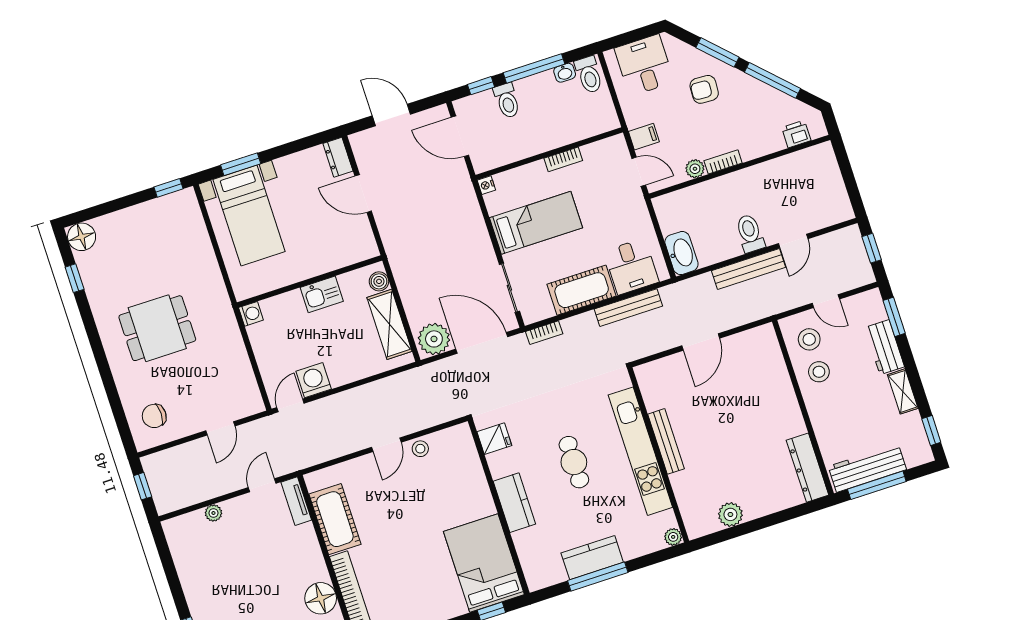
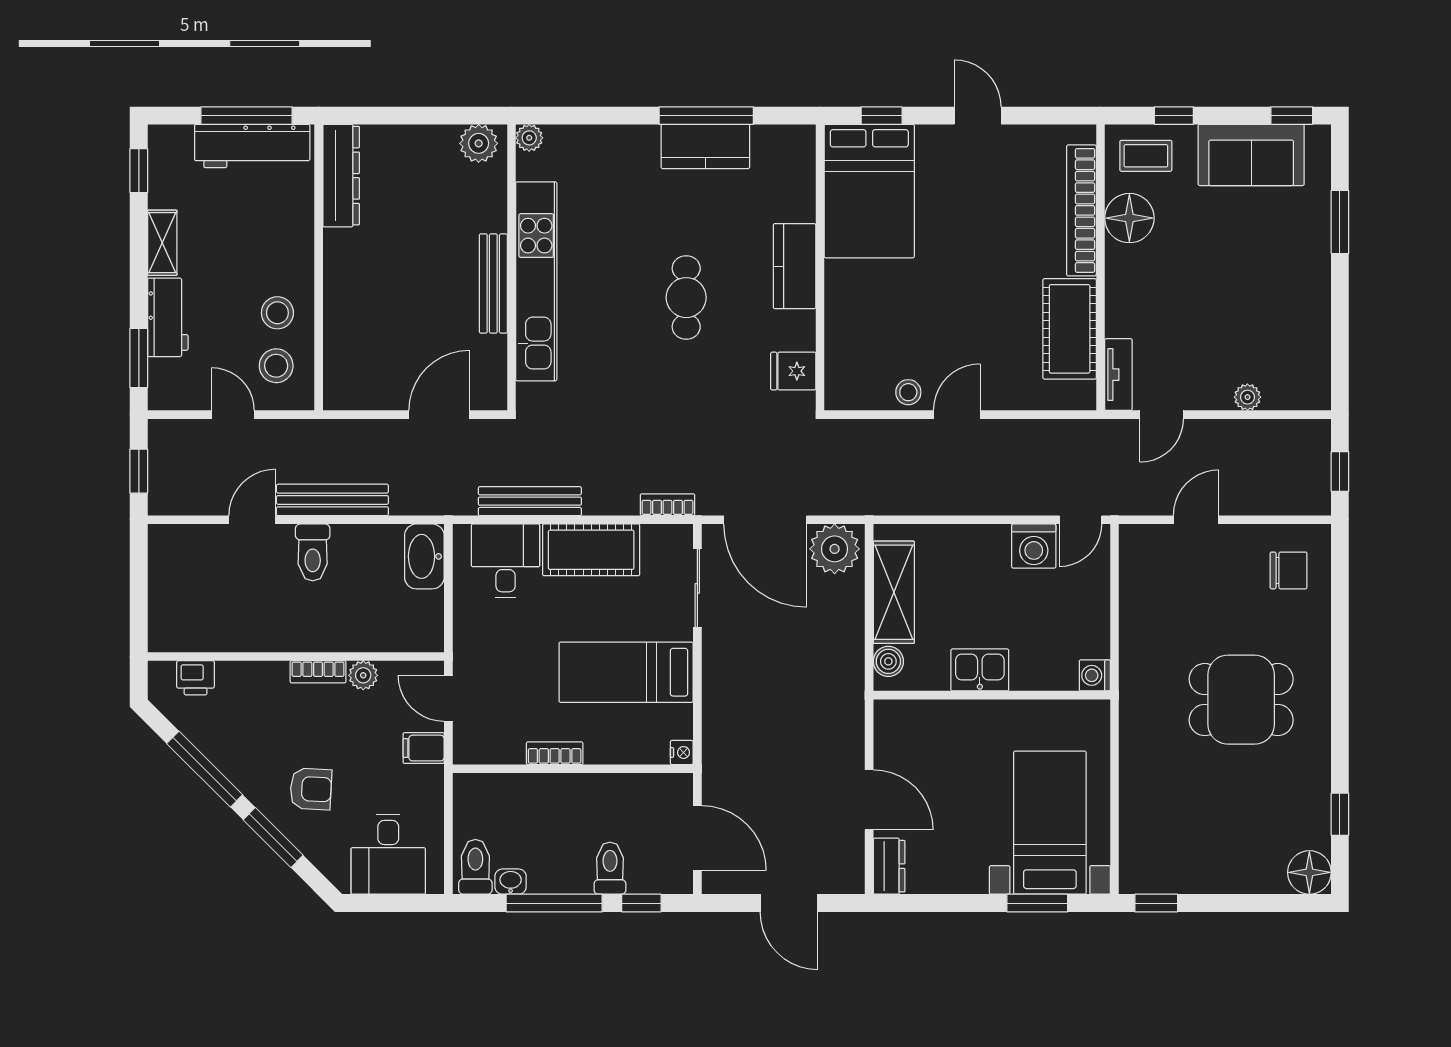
bench: (666, 441) -> (493, 283), moved
kitchen unit: (640, 451) -> (536, 281), moved
wall: (658, 455) -> (511, 267), moved
plant: (673, 537) -> (529, 138), moved

